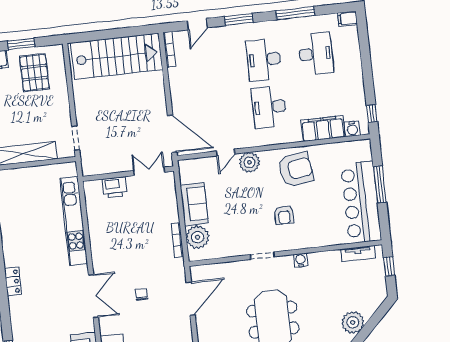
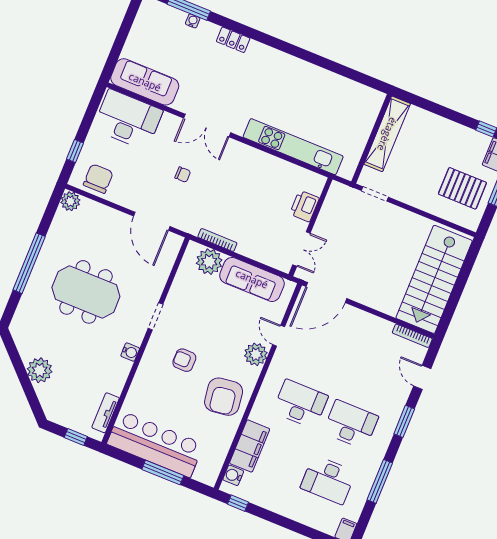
sofa: (194, 204) -> (252, 279), width x1.36
locker: (13, 282) -> (233, 40), moved

